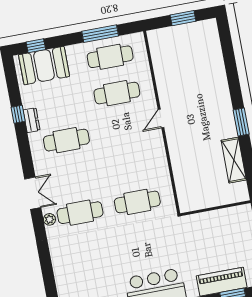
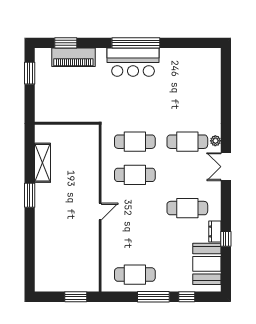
window: (183, 18) -> (76, 297), moved
window: (100, 34) -> (153, 297), moved
window: (36, 46) -> (187, 297), moved
booth: (44, 66) -> (207, 264), moved, turned 90
cafe table: (117, 93) -> (135, 175), moved

